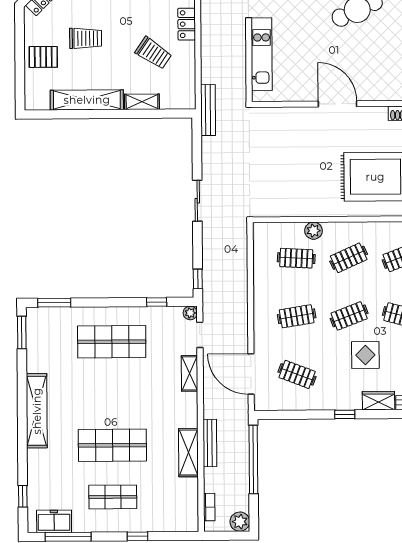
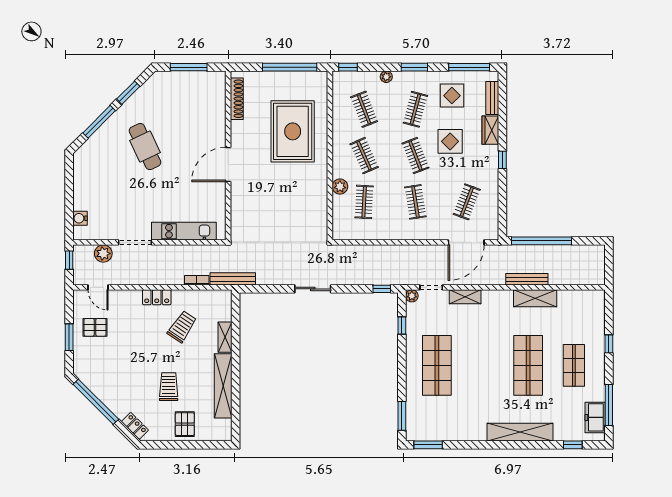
shelving: (37, 411) -> (520, 432), moved
bookcase: (209, 507) -> (197, 280), moved
plant: (240, 522) -> (596, 253), removed

